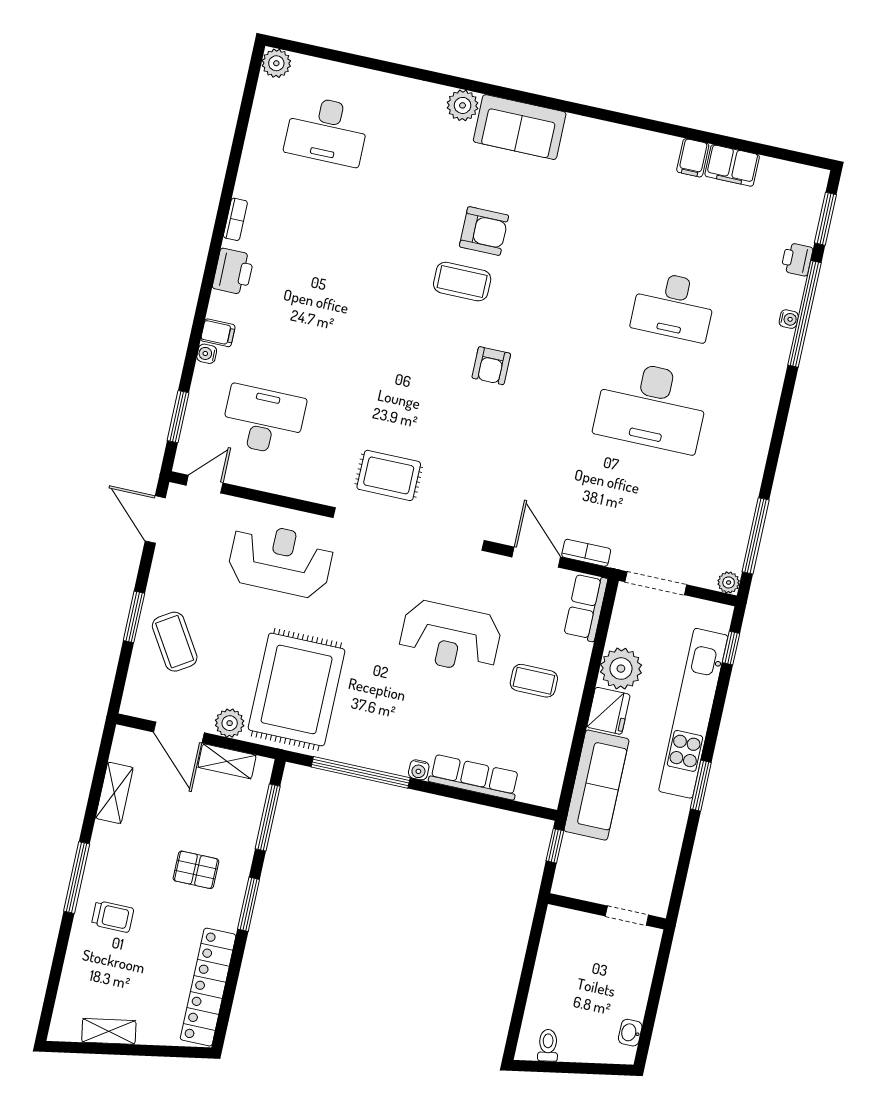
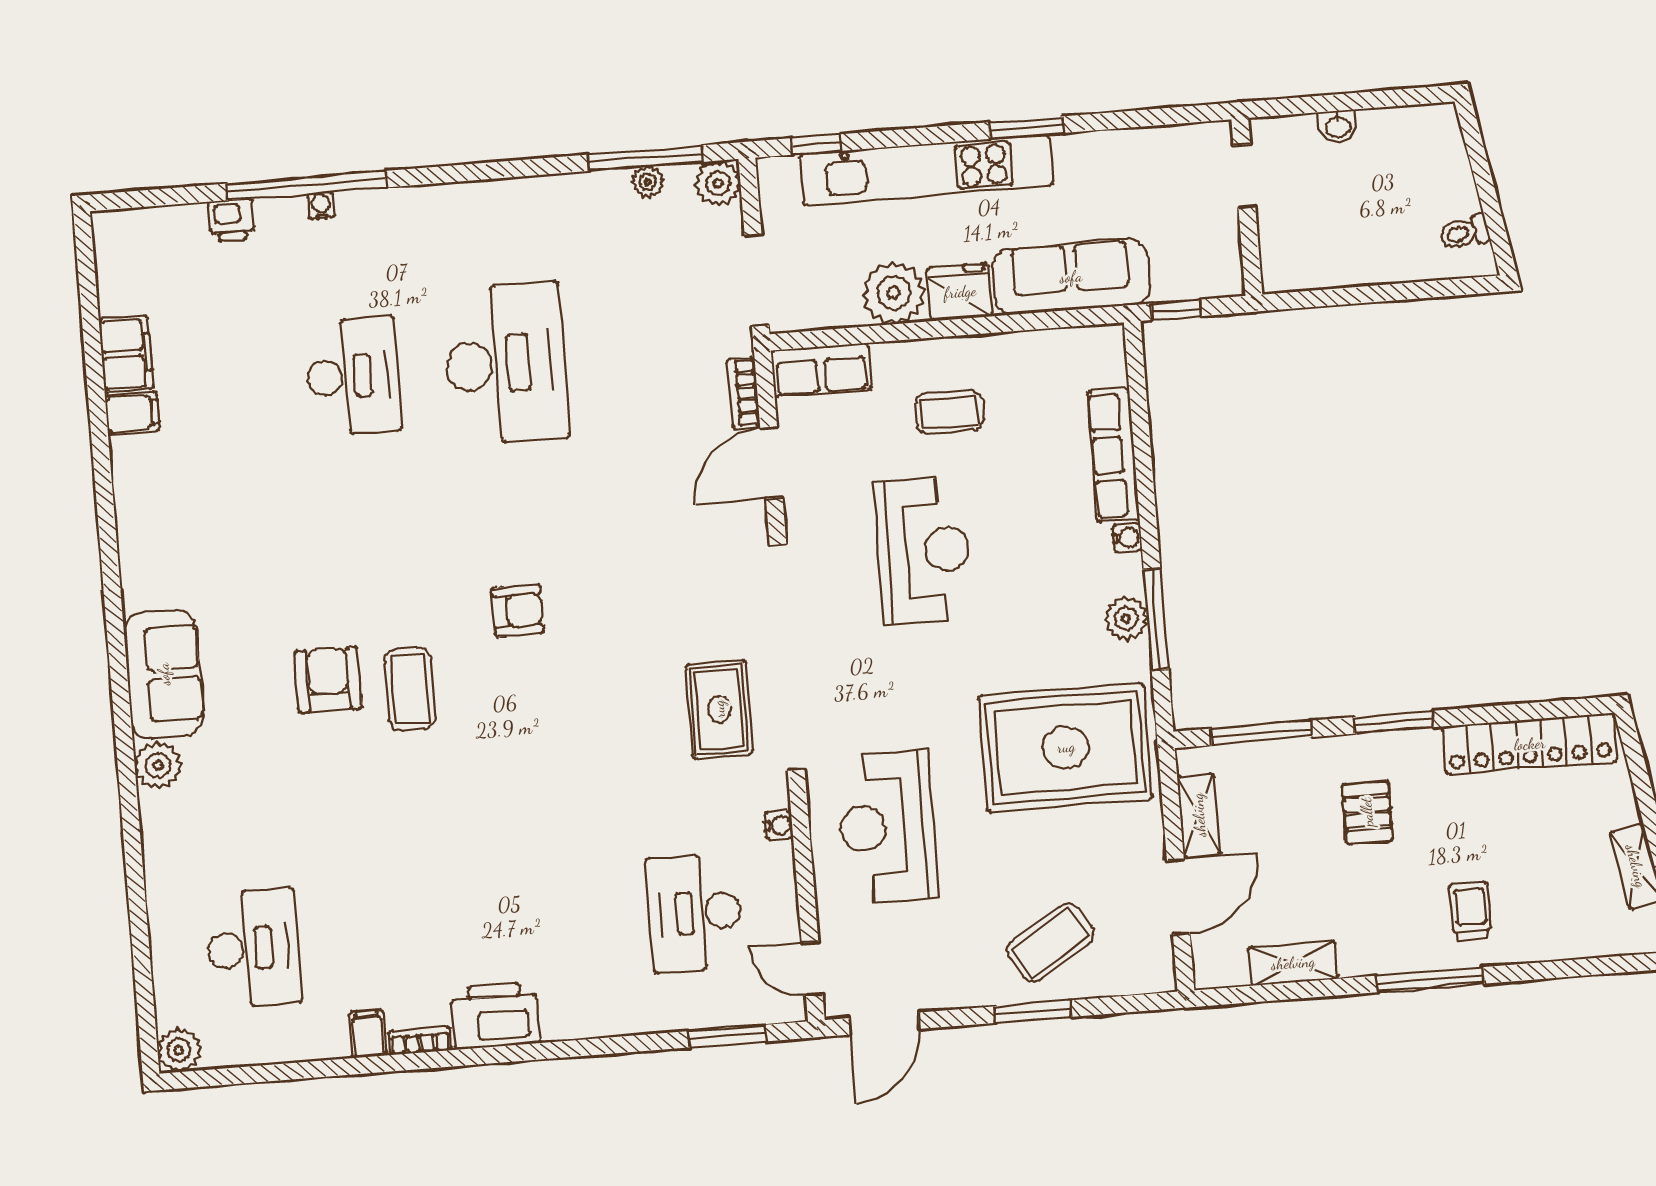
window: (825, 219) -> (161, 197), removed
printer: (233, 272) -> (495, 1016), width x1.37, depth x1.19
filing cabinet: (218, 333) -> (368, 1034), moved
water cooler: (207, 354) -> (779, 825), moved, turned -90
plant: (740, 533) -> (648, 182), added
plant: (729, 582) -> (718, 183), width x1.38, depth x1.38
coffee table: (534, 681) -> (949, 412), turned 90
plant: (230, 723) -> (1126, 619), moved
window: (361, 772) -> (1156, 620), width x0.68
washbasin: (630, 1033) -> (1338, 126), moved

